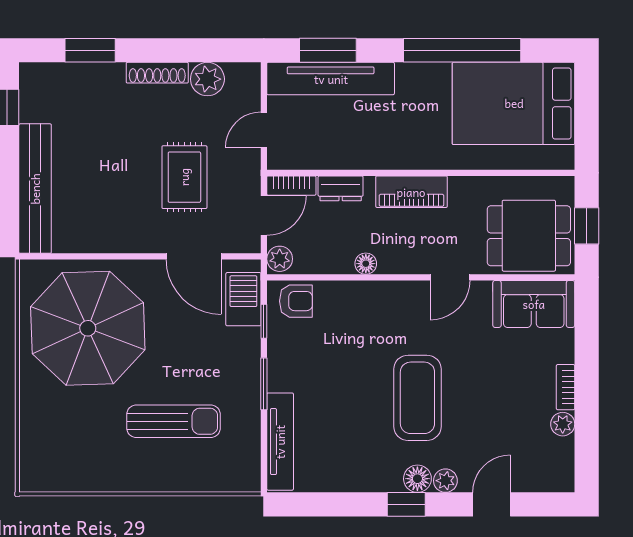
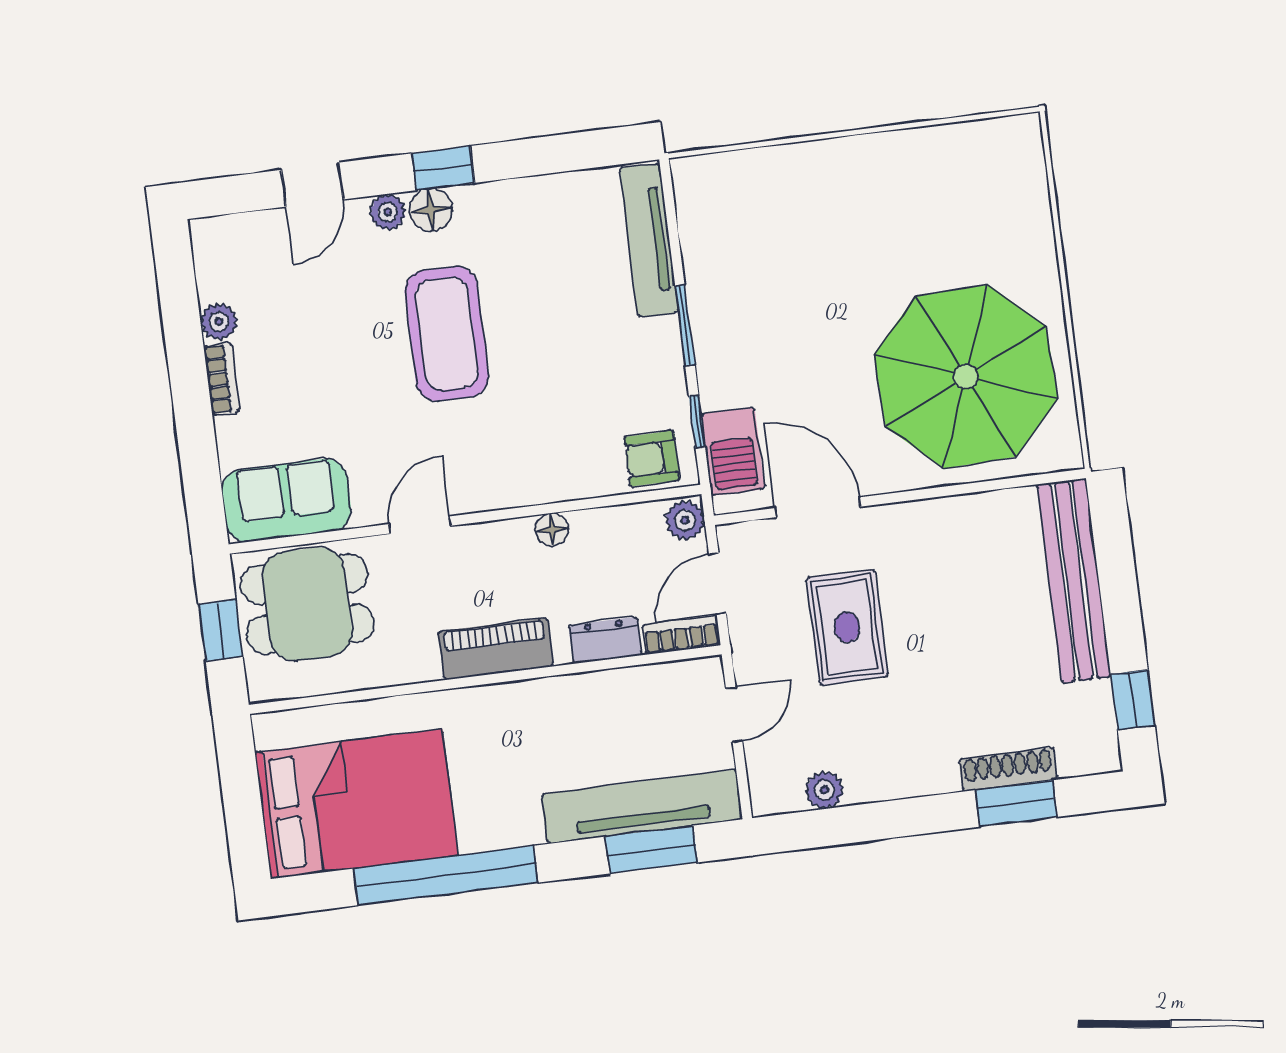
shoe rack: (157, 73) -> (1008, 769), moved
plant: (207, 79) -> (824, 790), width x0.73, depth x0.73
sun lounger: (174, 421) -> (816, 251), removed

